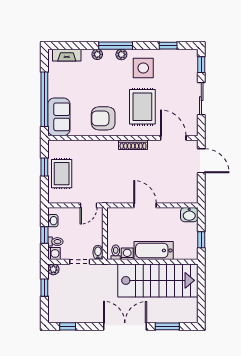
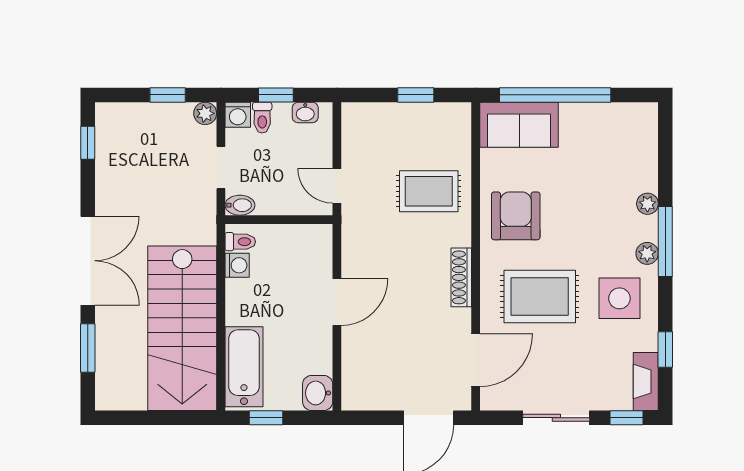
fireplace: (67, 55) -> (646, 382), moved
rug: (62, 174) -> (429, 191), moved
bathtub: (154, 250) -> (244, 367), moved

